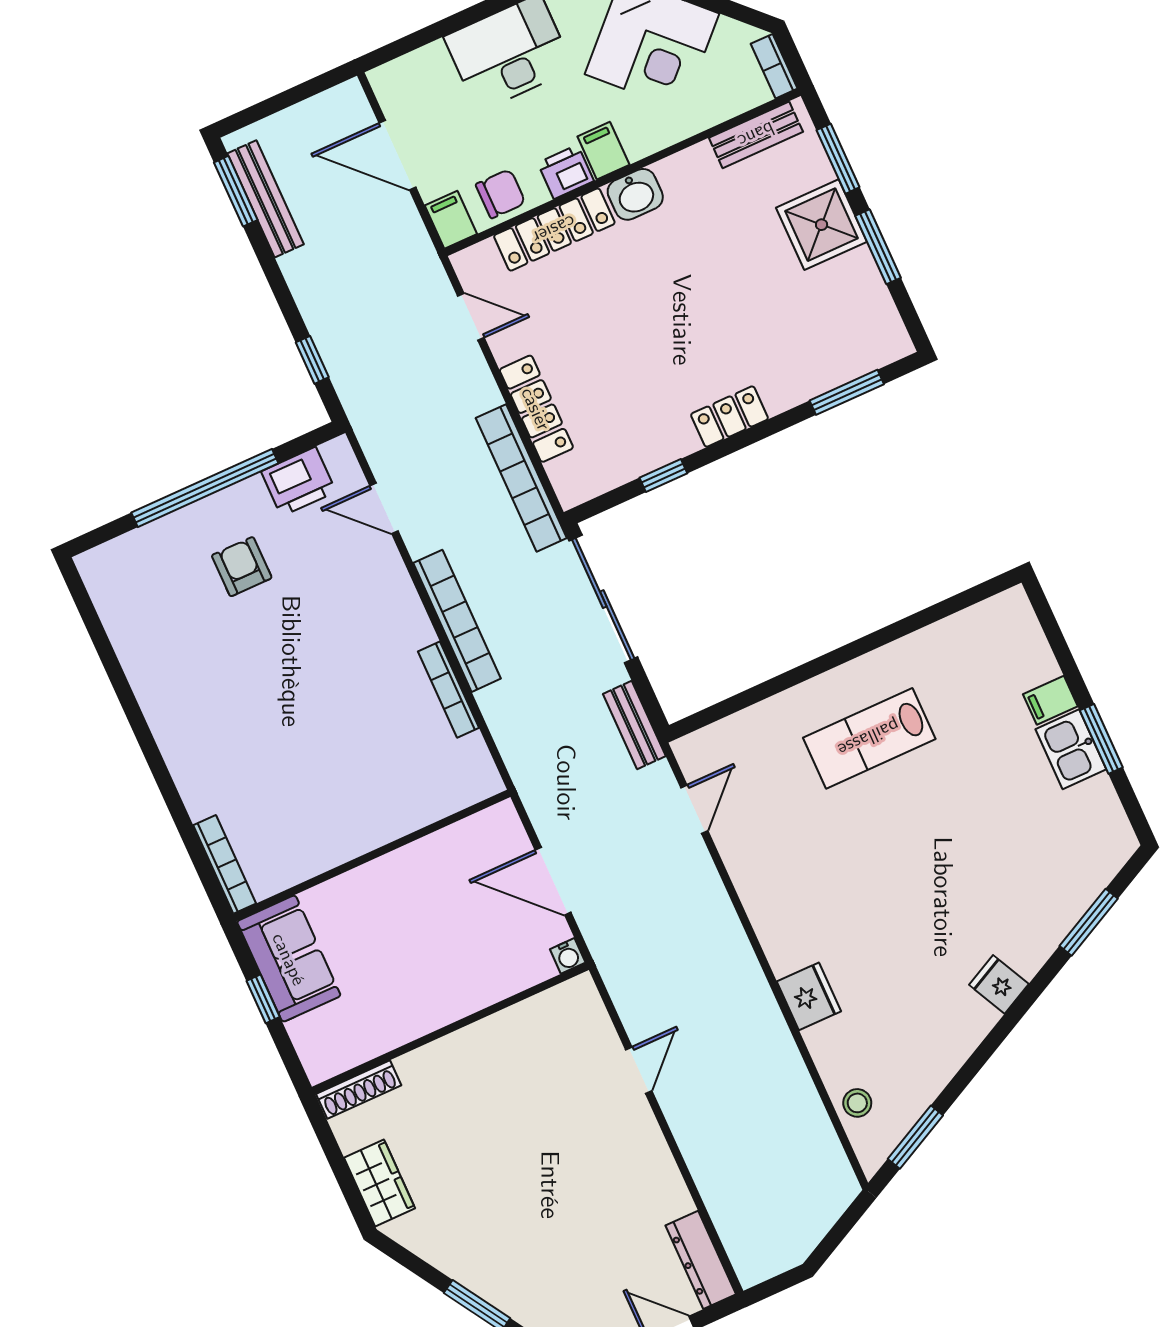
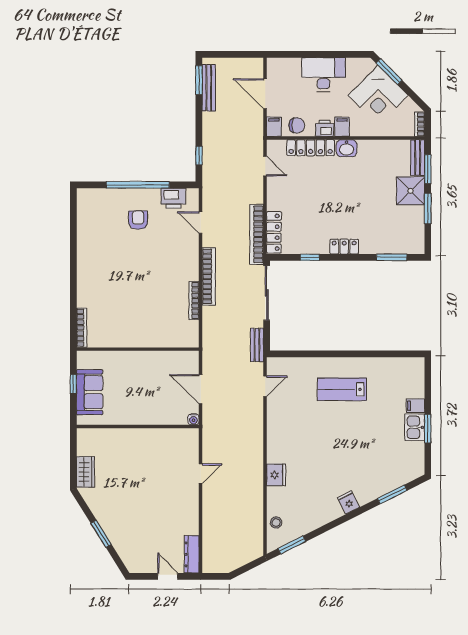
bench: (756, 135) -> (418, 158), moved, turned 90
locker: (536, 409) -> (274, 232), moved
sofa: (289, 959) -> (90, 392), moved
shoe rack: (359, 1090) -> (93, 434), removed

